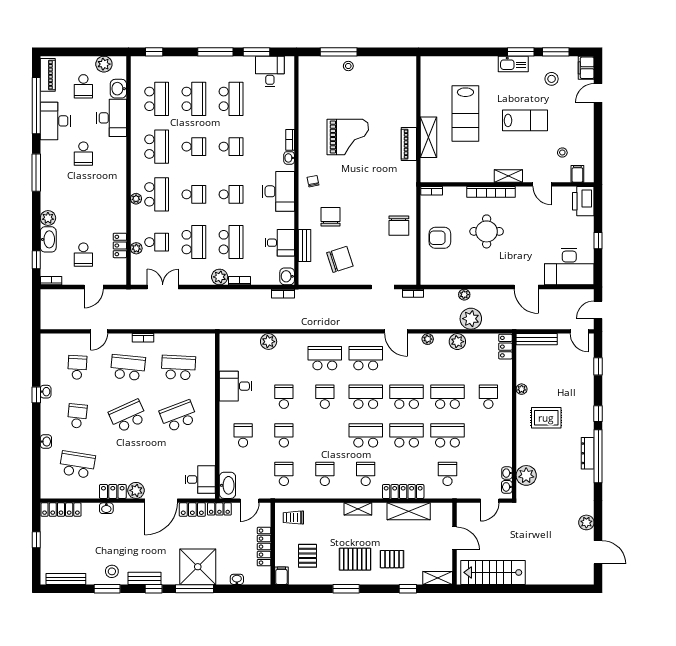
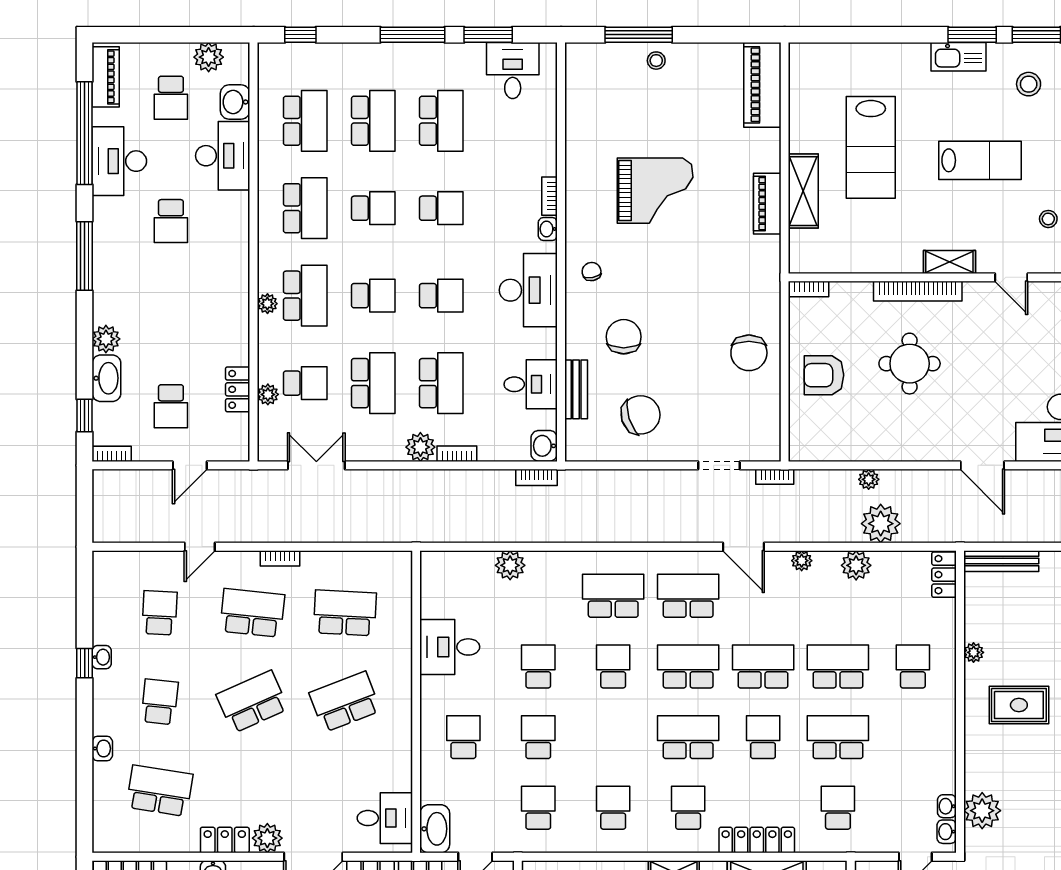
piano: (406, 79) -> (762, 85), added
school desk: (407, 435) -> (763, 737), width x0.54

